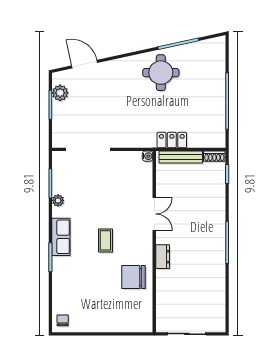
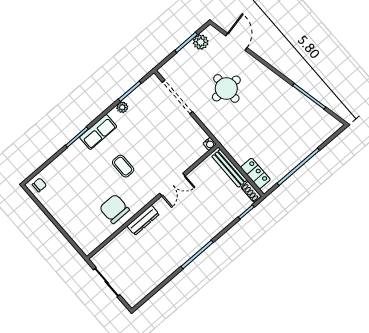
round table: (161, 73) -> (226, 89), moved
locker: (172, 140) -> (255, 174), moved
coffee table: (105, 240) -> (123, 166), turned 90
dresser: (163, 257) -> (143, 220), width x1.44

